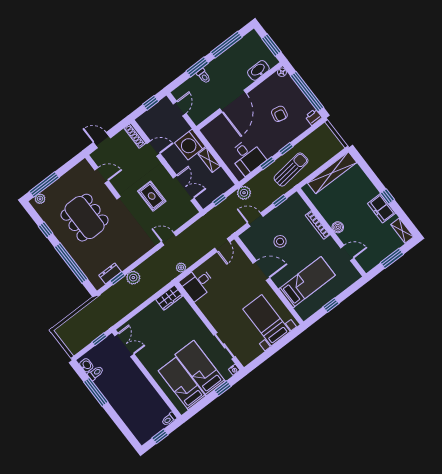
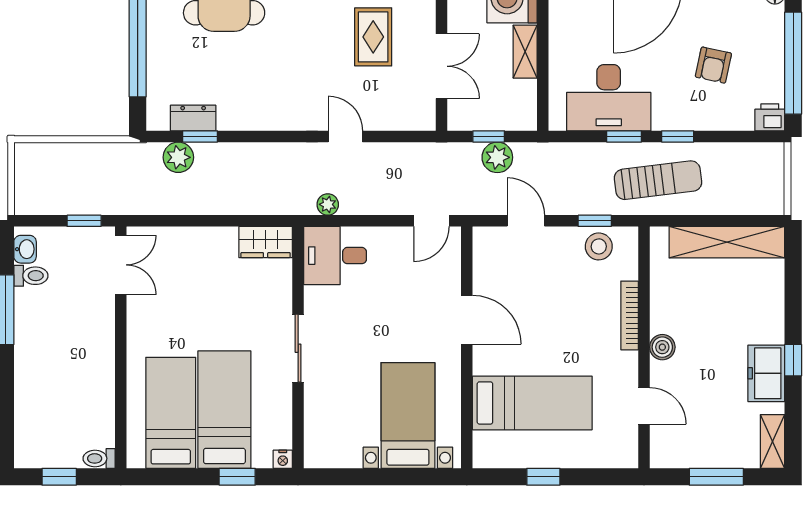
desk: (247, 157) -> (609, 98), width x1.37
plant: (244, 193) -> (497, 157), moved
stool: (280, 241) -> (599, 246), moved
plant: (133, 278) -> (178, 157), moved
sliding door: (224, 346) -> (298, 348), moved

